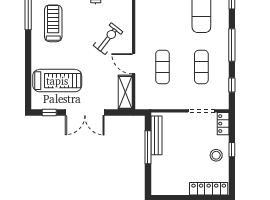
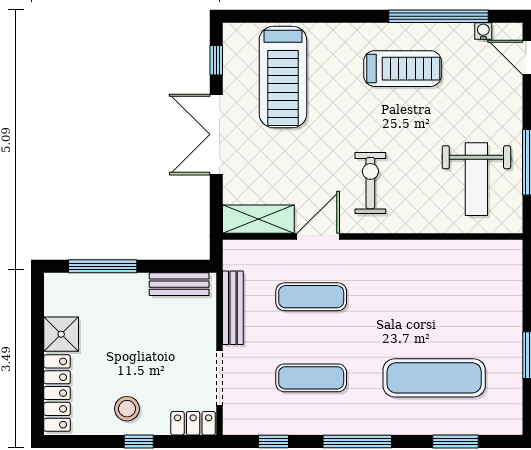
exercise bike: (108, 39) -> (370, 183), turned -128
bench: (168, 105) -> (233, 308), added
bench: (156, 135) -> (179, 284), width x0.73
window: (148, 147) -> (103, 266), moved
shower: (180, 187) -> (61, 334), added

